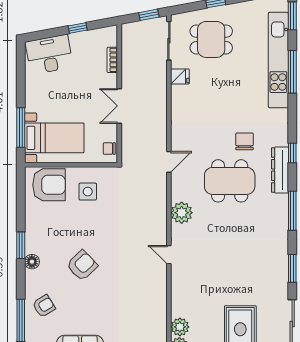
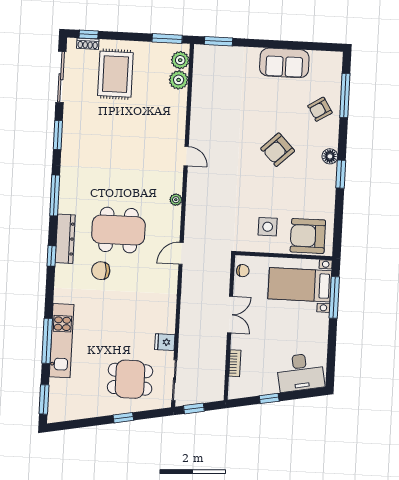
kitchen unit: (278, 60) -> (62, 341), width x0.73
chair: (245, 141) -> (101, 271), turned 90
plant: (182, 213) -> (176, 200), width x0.53, depth x0.53

